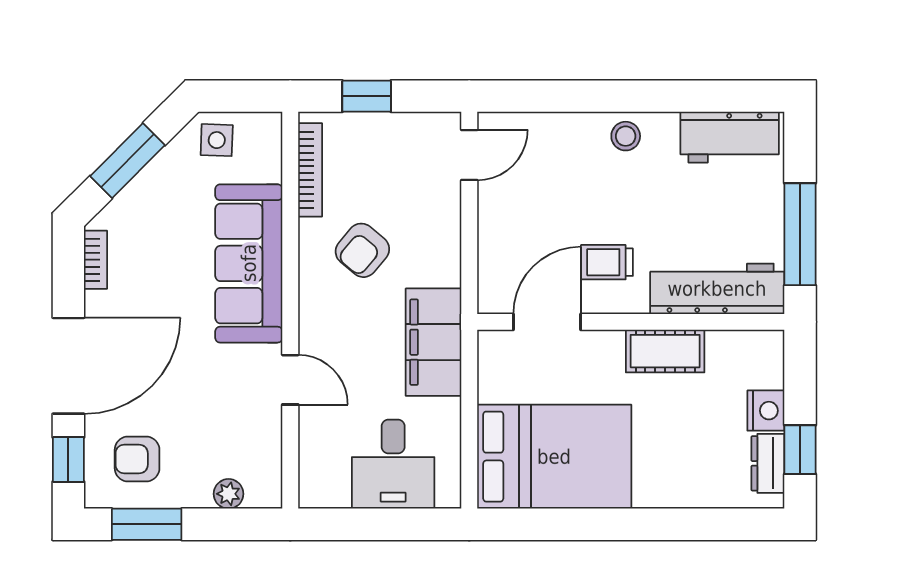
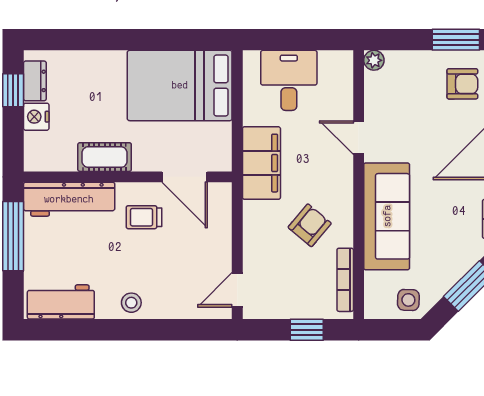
trolley: (607, 262) -> (144, 217), turned 180
door: (547, 322) -> (185, 177), hinge flipped
plant: (229, 494) -> (374, 60), moved

